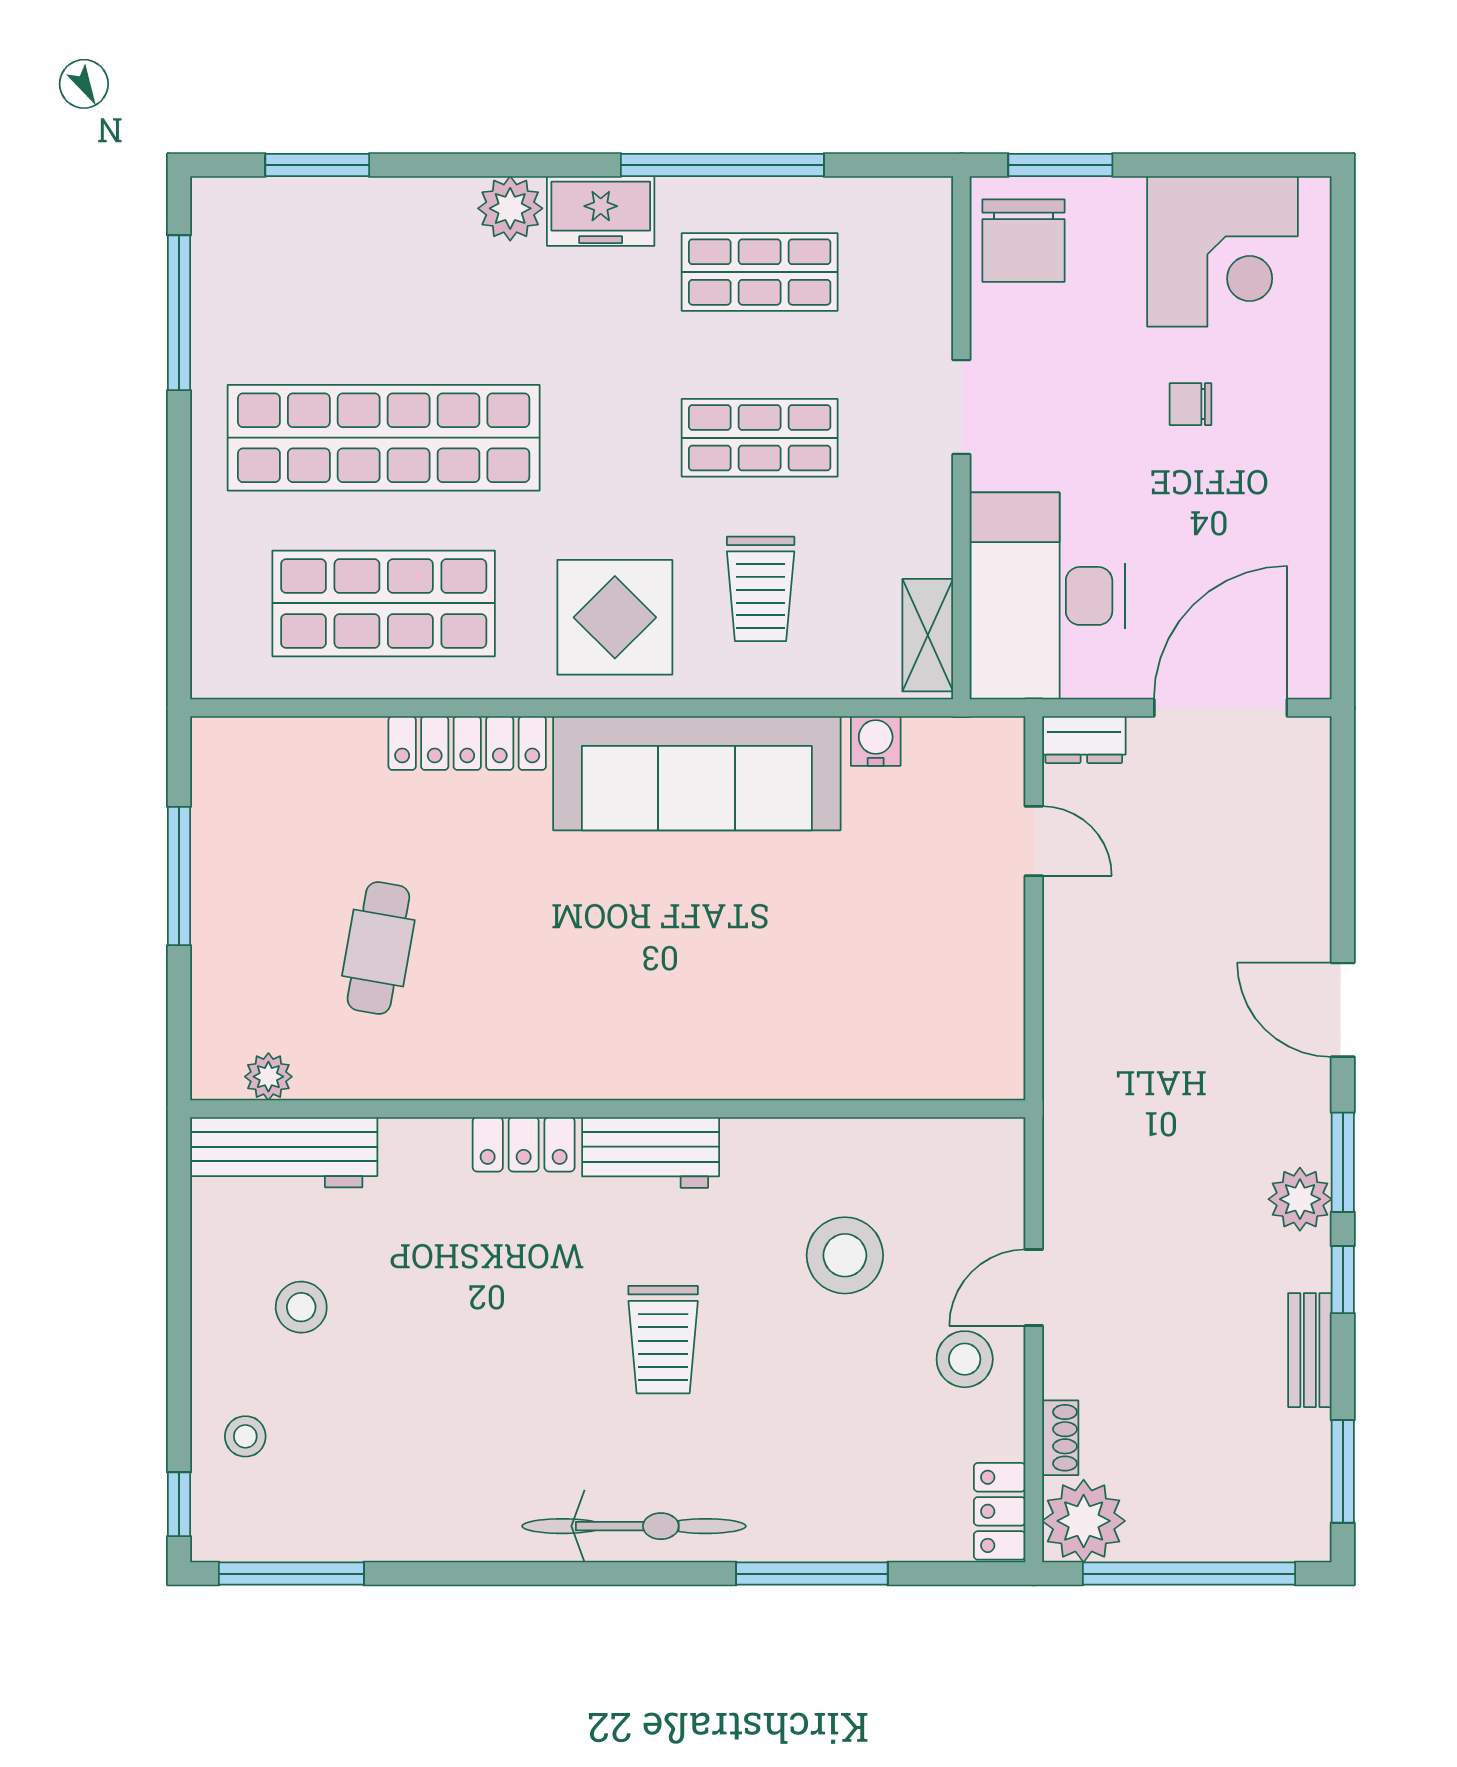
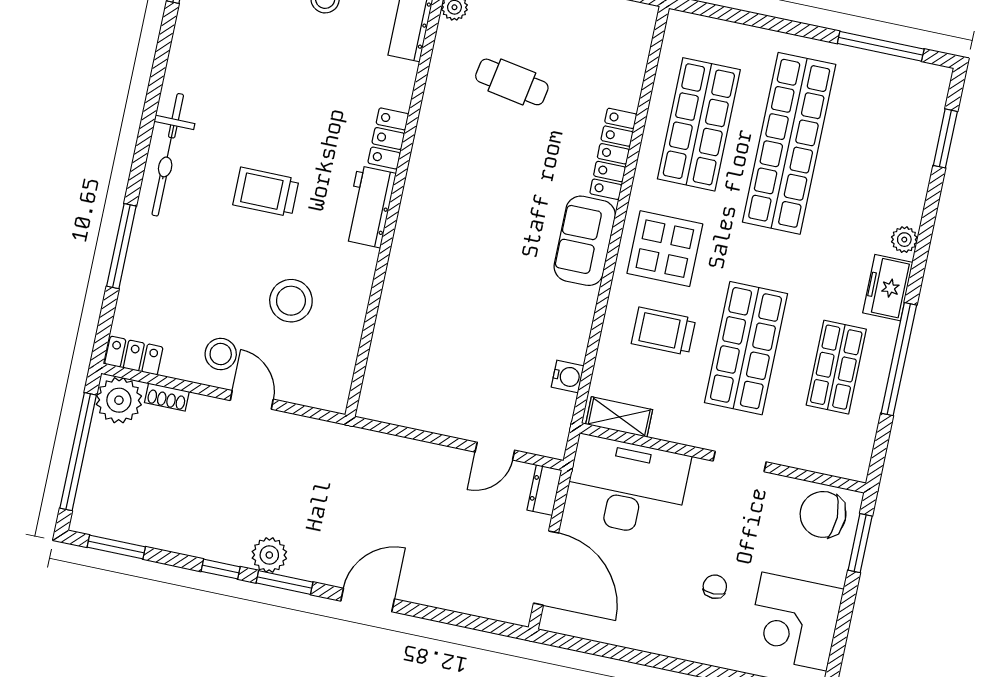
plant: (510, 208) -> (904, 240), width x0.73, depth x0.73
shop shelf: (760, 438) -> (746, 348), width x1.43, depth x1.36
sofa: (697, 773) -> (585, 241), width x0.54, depth x0.79
bench: (1310, 1350) -> (186, 543), removed

